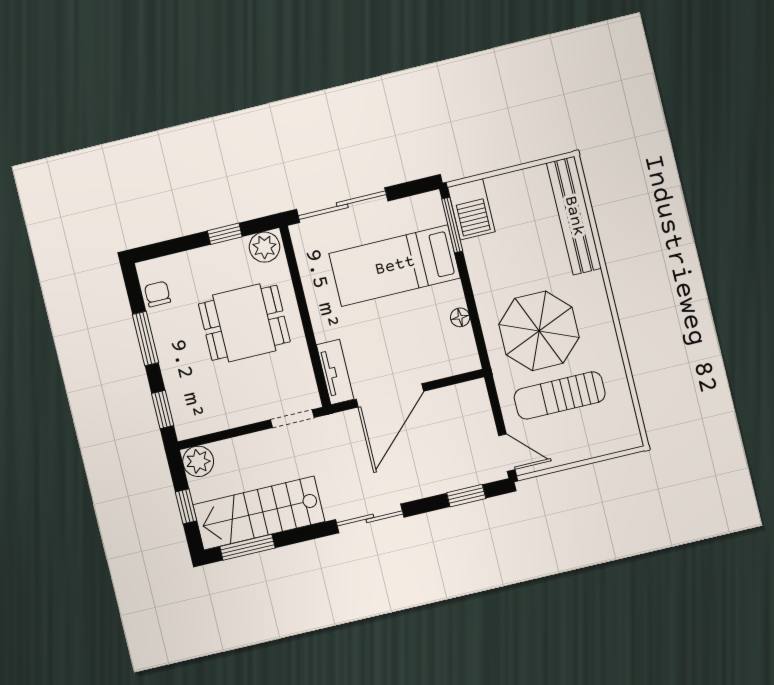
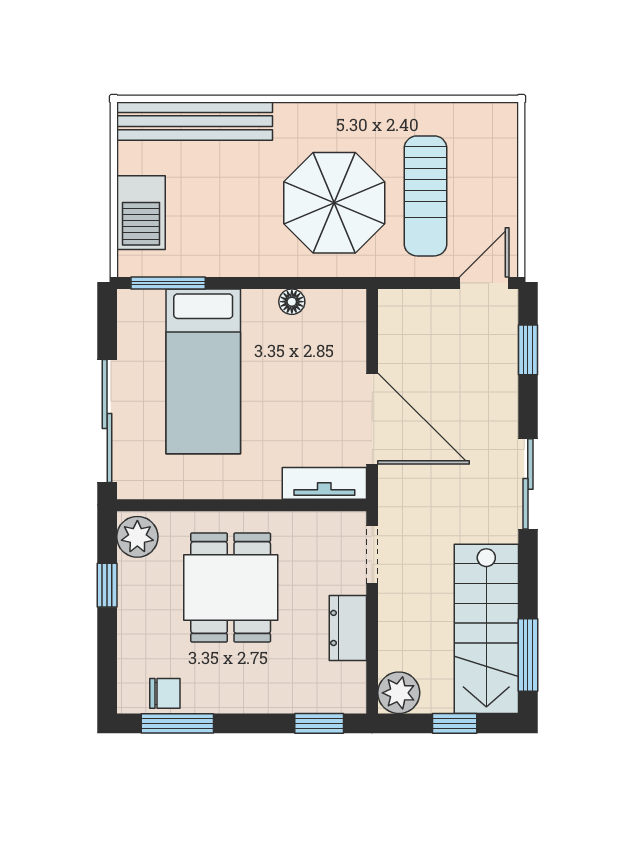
barbecue: (471, 209) -> (141, 213), moved, turned 90
chair: (157, 294) -> (165, 693), turned 180
window: (145, 339) -> (177, 723), moved
dresser: (236, 414) -> (348, 628), added

